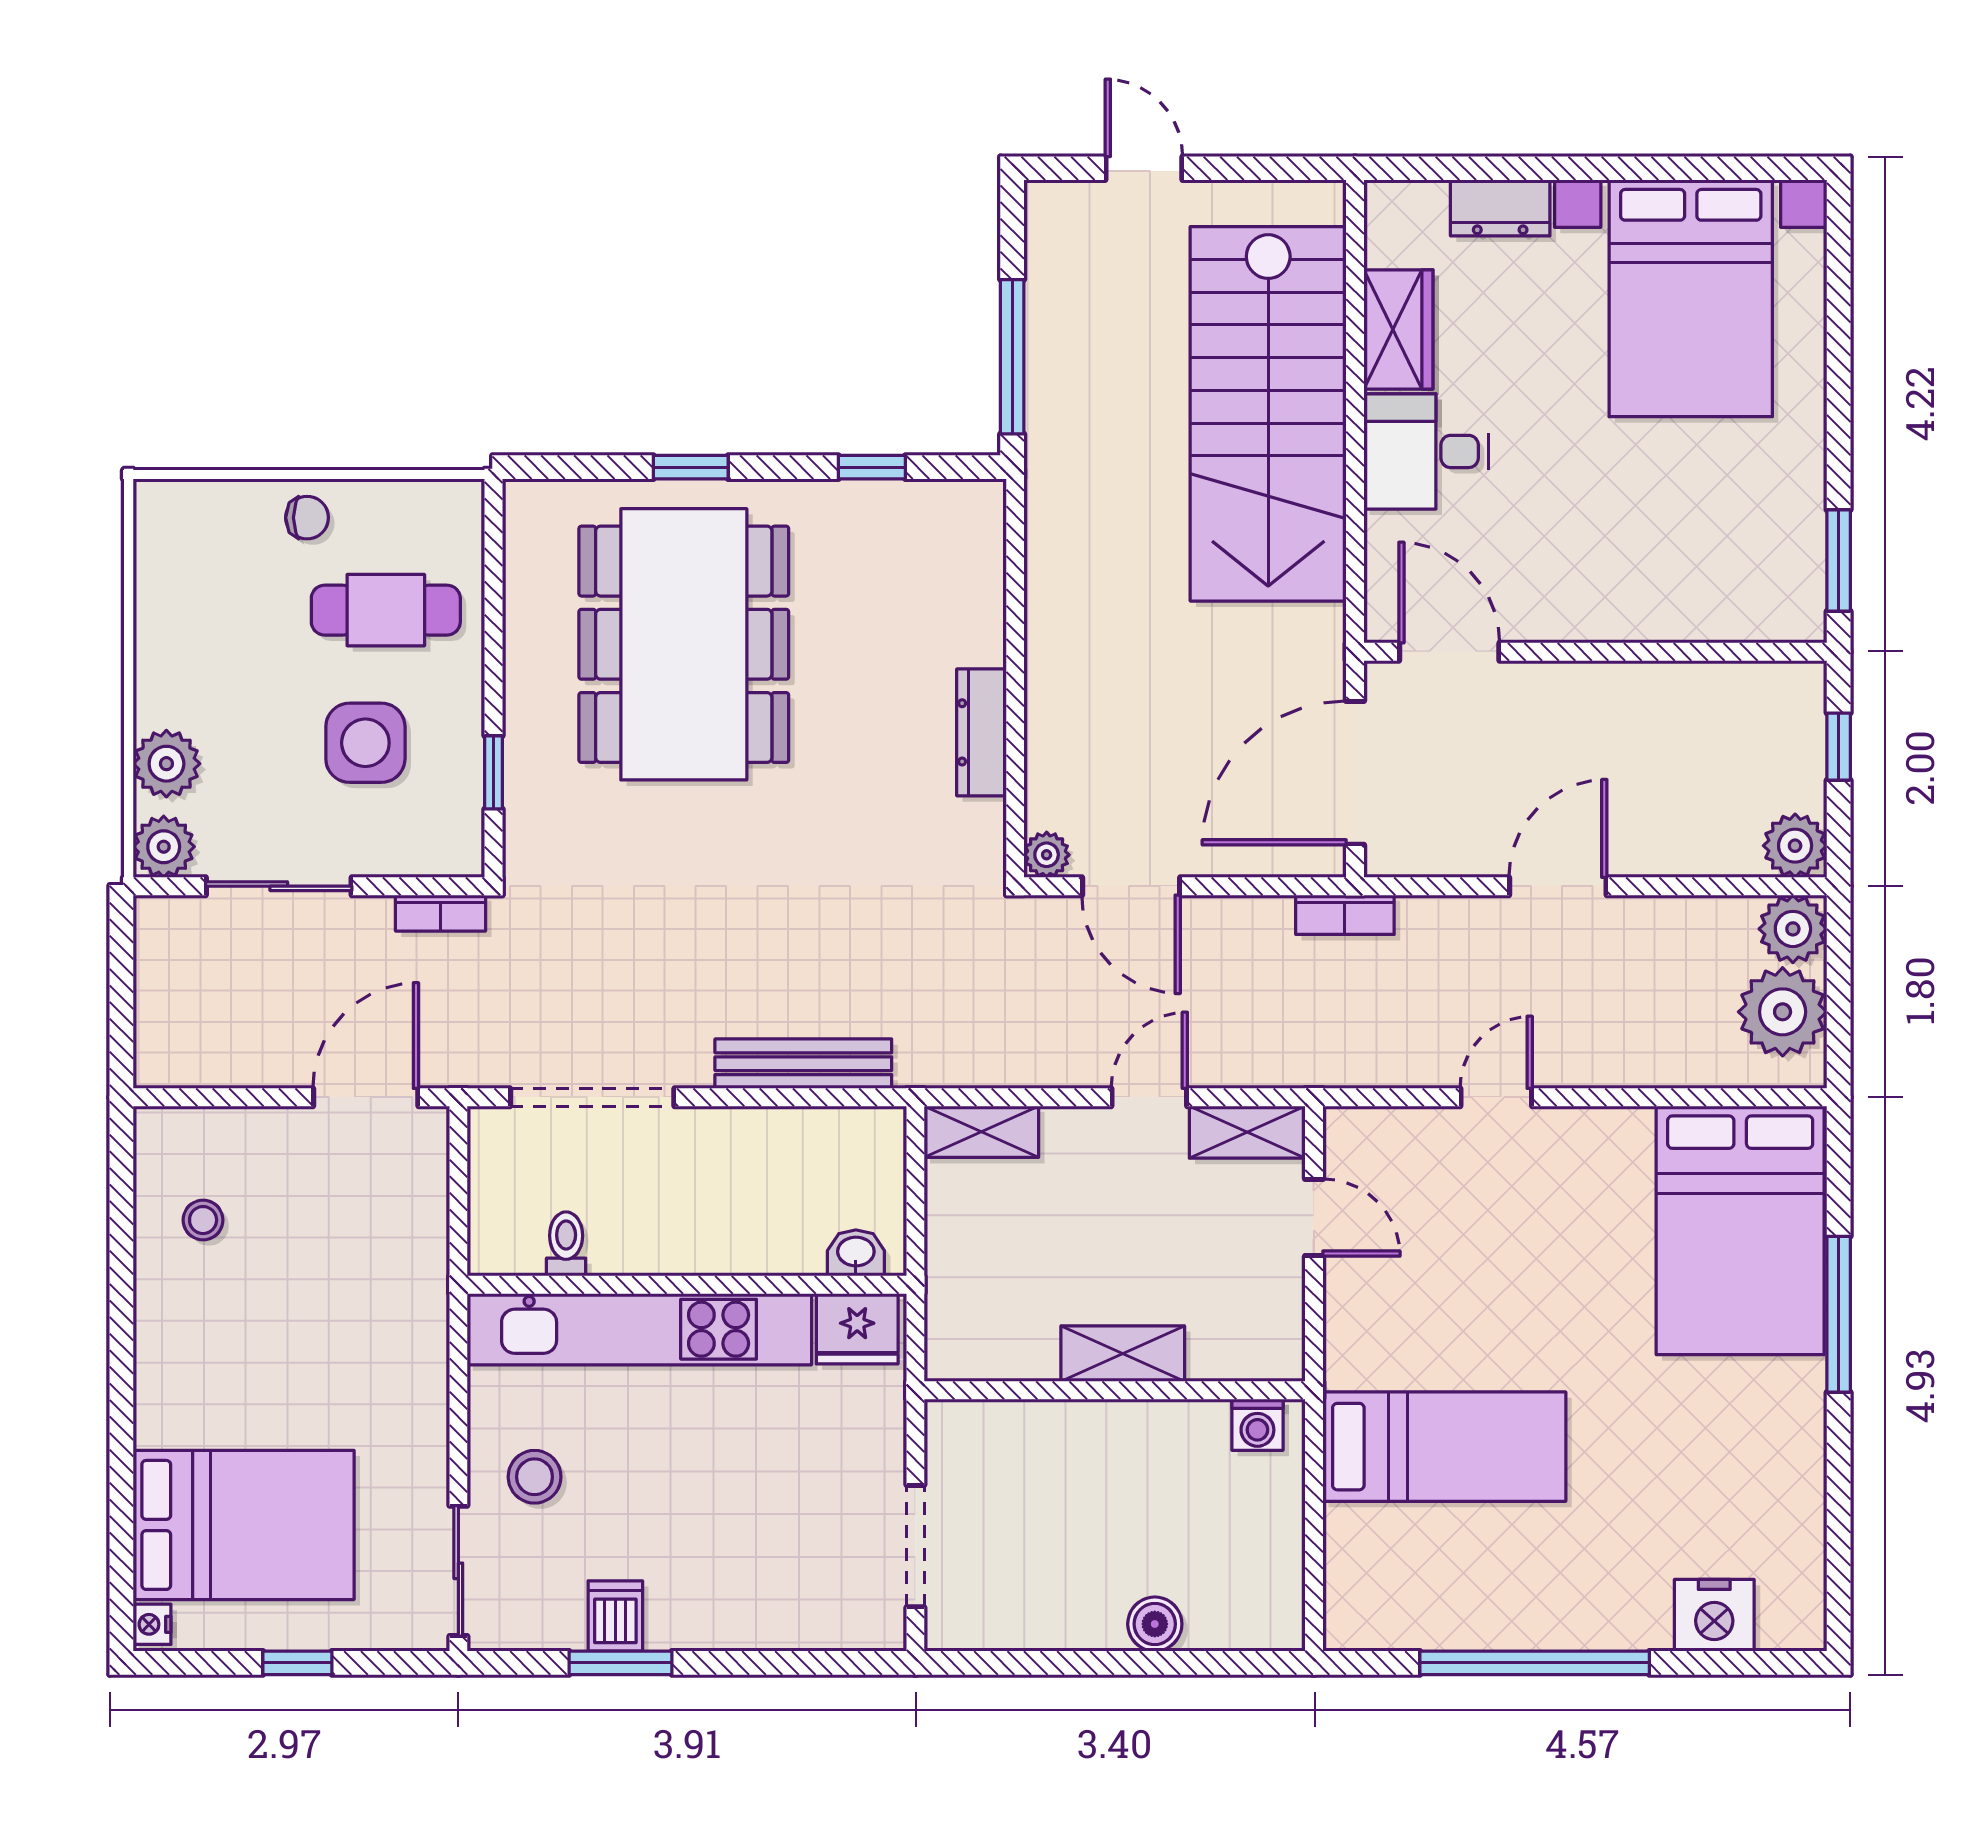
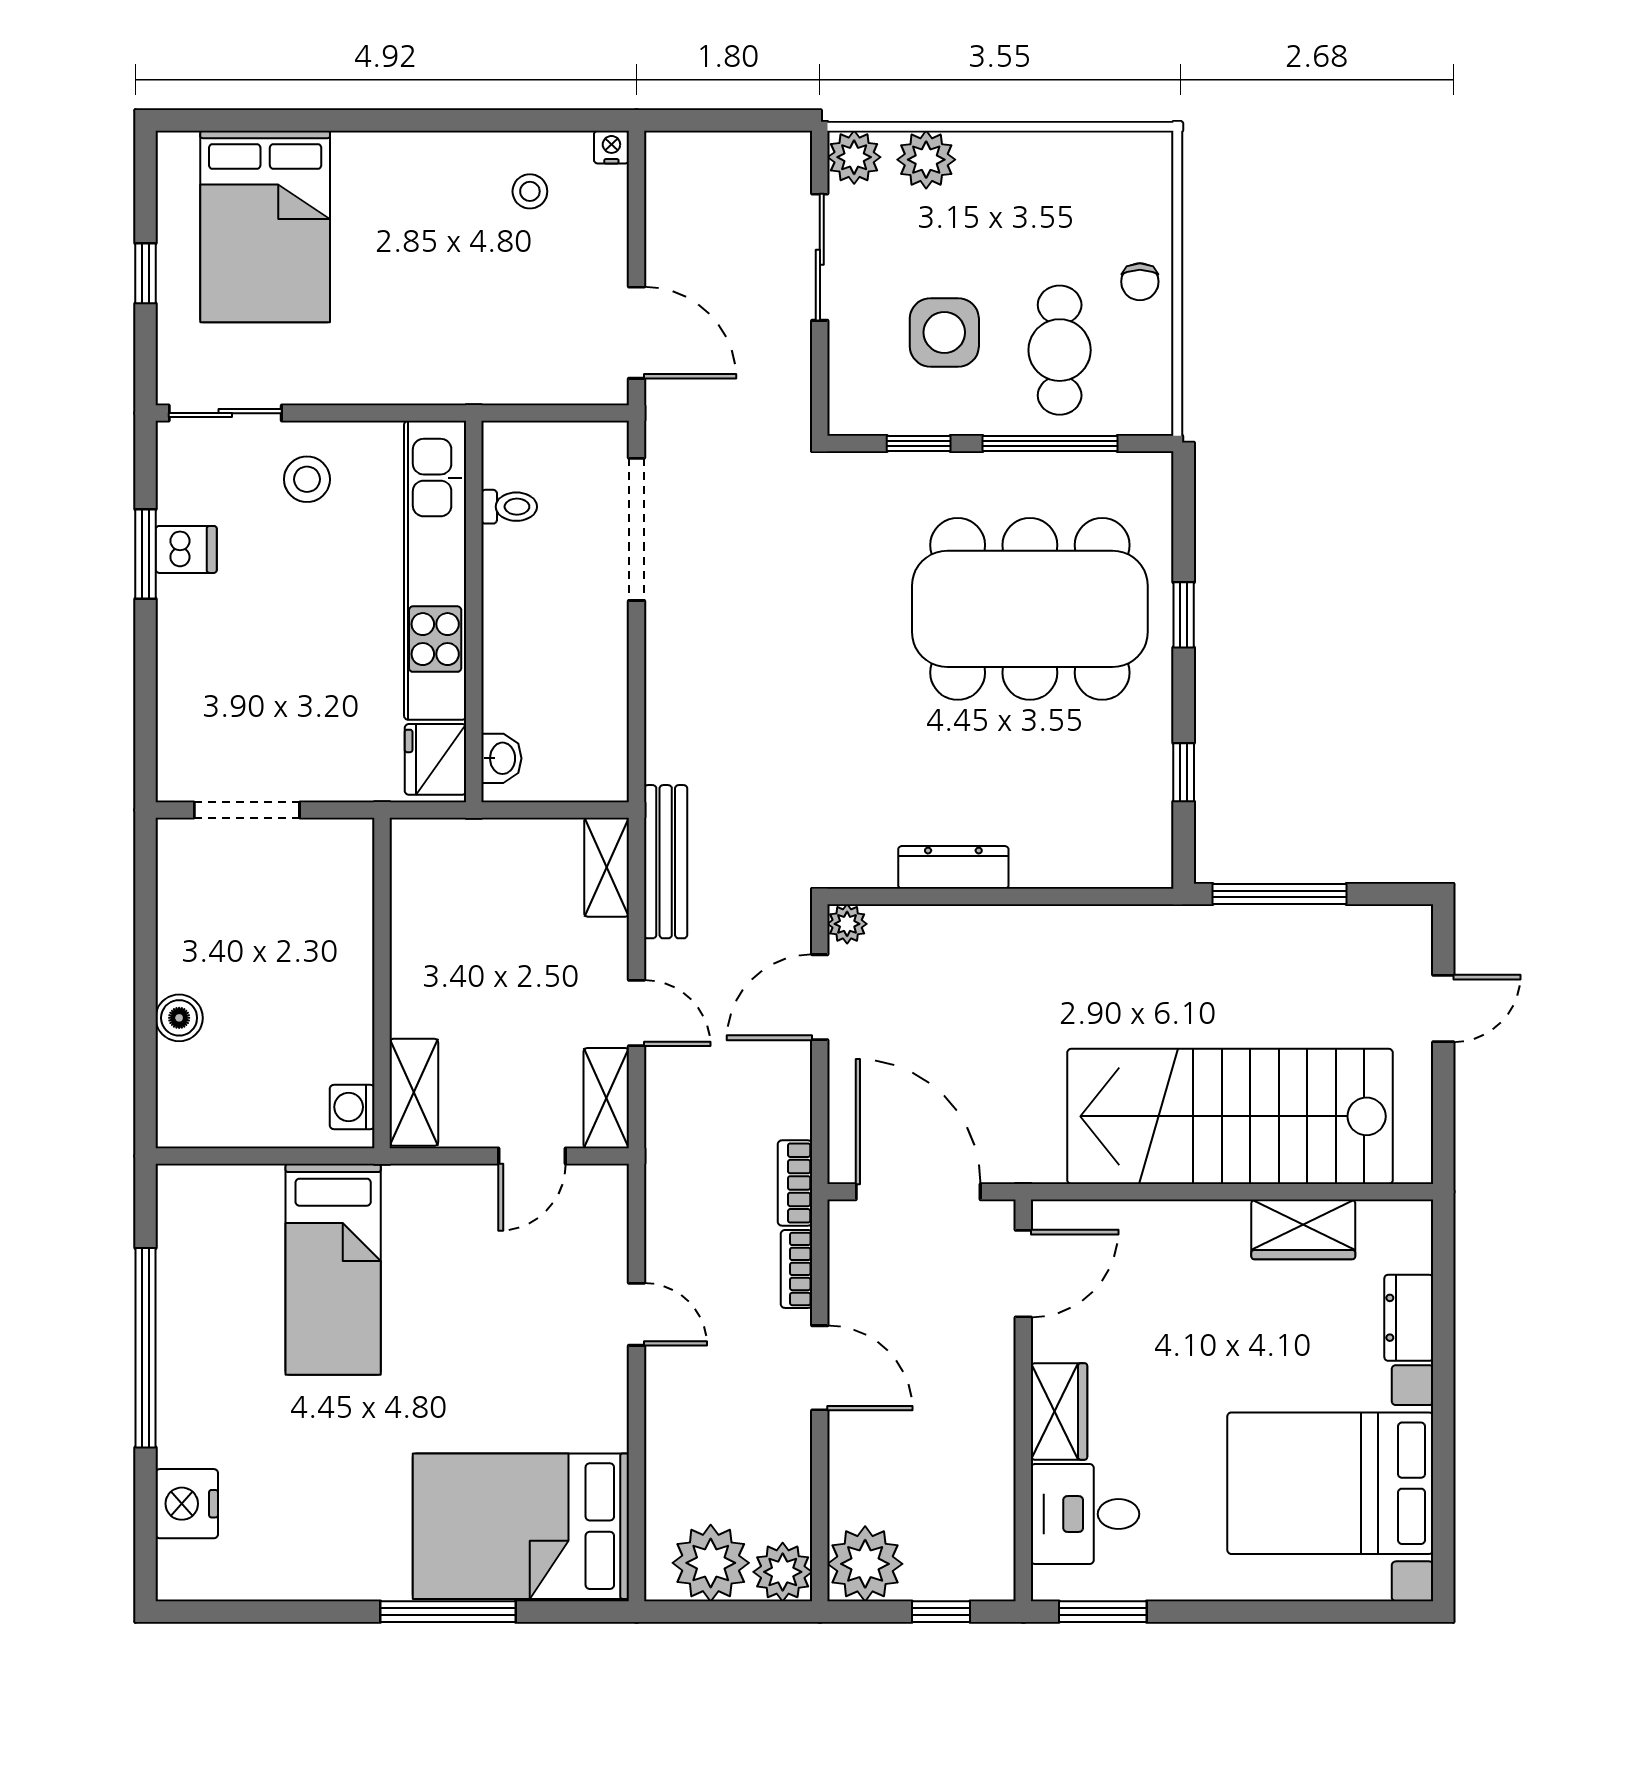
desk: (1426, 451) -> (1085, 1514), moved, turned -90
wardrobe: (1608, 611) -> (1059, 1411), added
window: (493, 621) -> (1050, 444), added
plant: (1795, 846) -> (865, 1564), width x1.36, depth x1.36
bookcase: (440, 913) -> (797, 1269), moved
bench: (803, 1064) -> (666, 862), moved
shelving: (1123, 1354) -> (414, 1092), moved
nightstand: (152, 1624) -> (611, 147), moved

